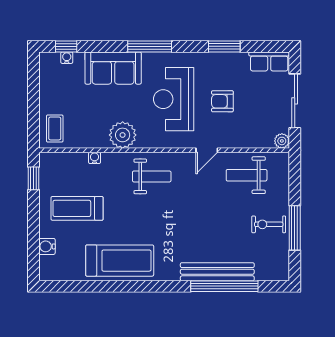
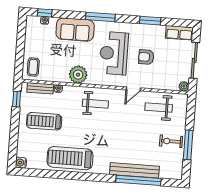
bench: (68, 159) -> (40, 88), added
water cooler: (47, 246) -> (21, 163), moved
treadmill: (120, 261) -> (70, 158), turned 180

